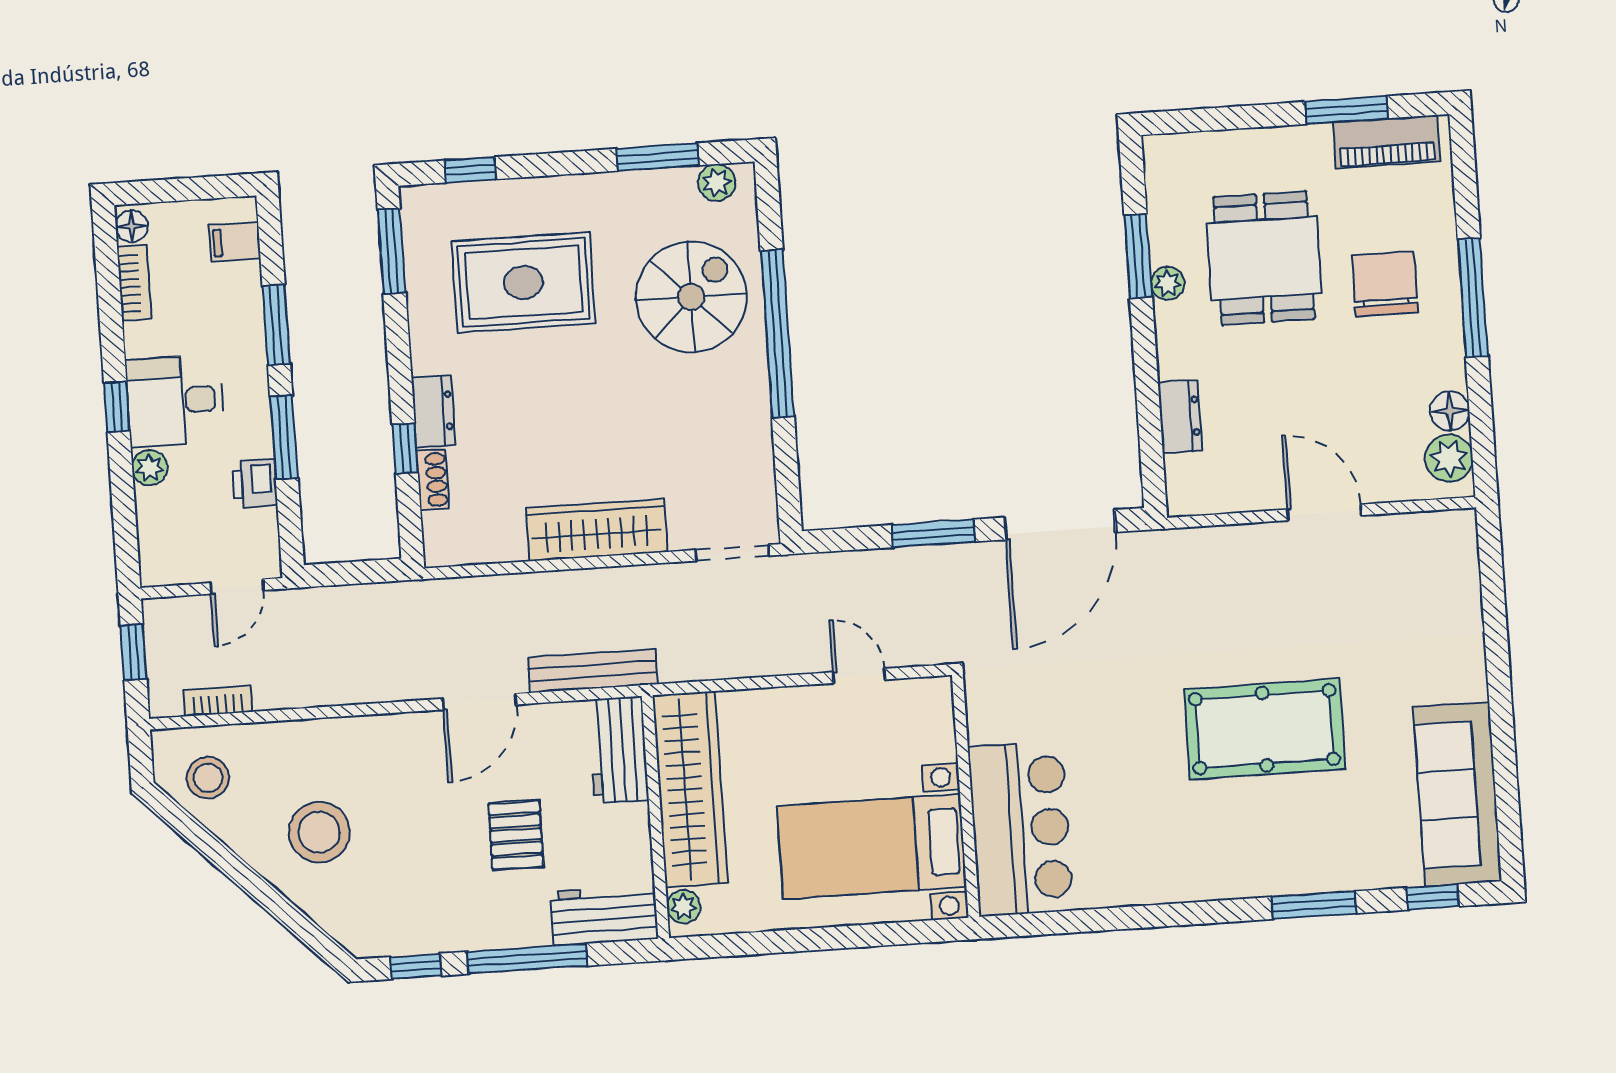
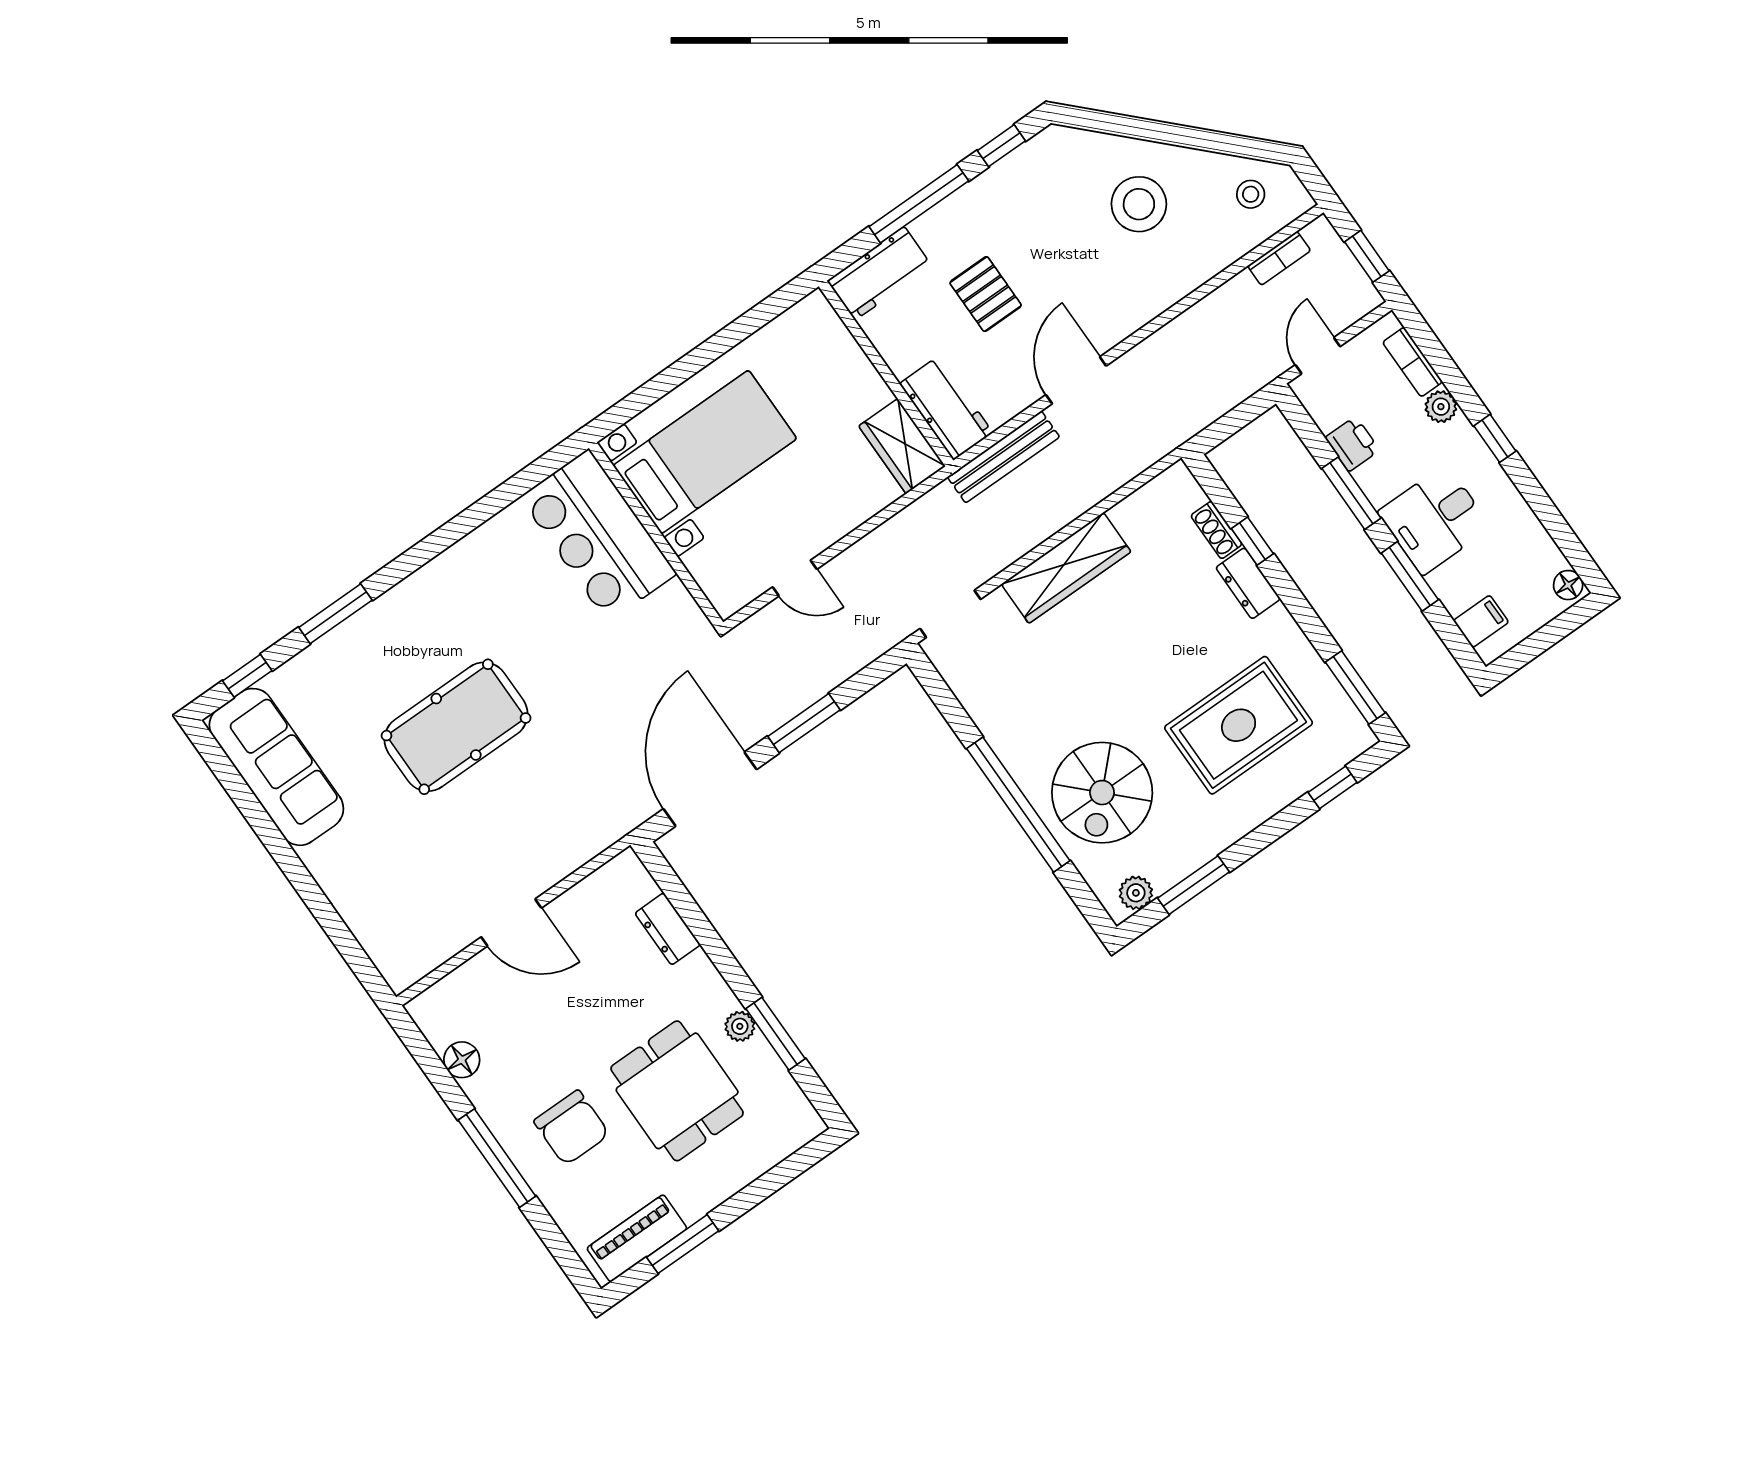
bookcase: (134, 283) -> (1413, 362), moved
desk: (175, 401) -> (1434, 520), moved, turned 180
plant: (1449, 458) -> (440, 1023), removed
stool: (208, 778) -> (1251, 194), width x0.73, depth x0.73
wardrobe: (690, 789) -> (902, 446), width x0.48, depth x0.85
plant: (684, 907) -> (822, 317), removed

